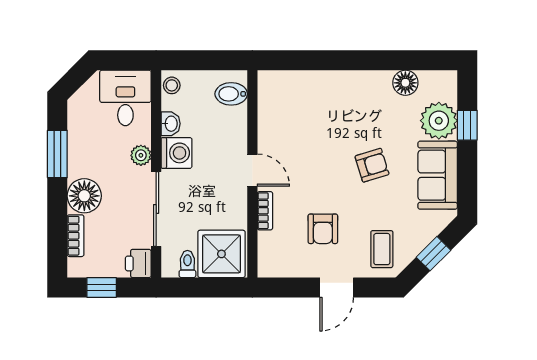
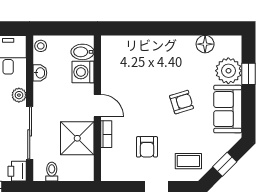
washing machine: (176, 153) -> (83, 72), moved, turned 180
coffee table: (382, 249) -> (188, 161), turned 90
shower: (221, 254) -> (77, 138), moved

